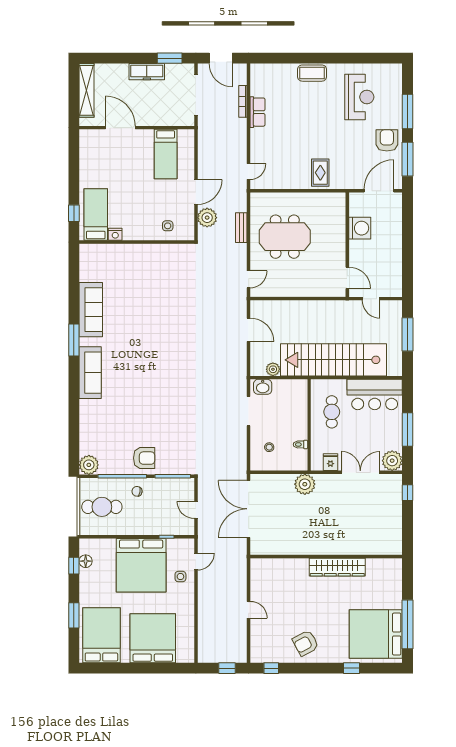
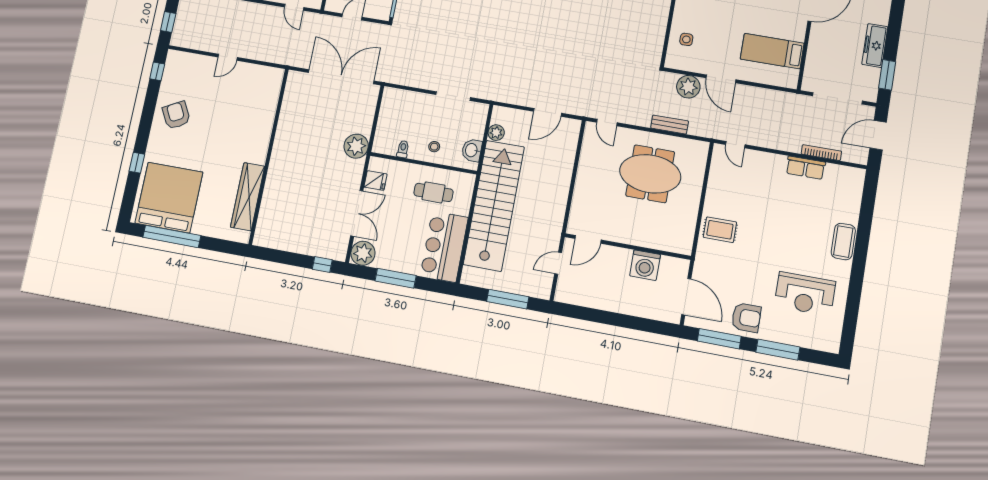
meeting table: (285, 237) -> (650, 174), turned 90
washbasin: (263, 387) -> (472, 150), moved
stool: (269, 447) -> (434, 147), moved
wardrobe: (337, 567) -> (248, 197), moved

